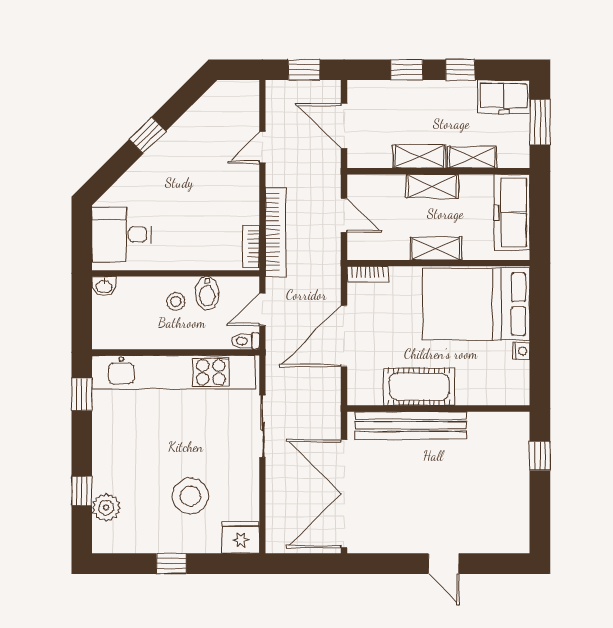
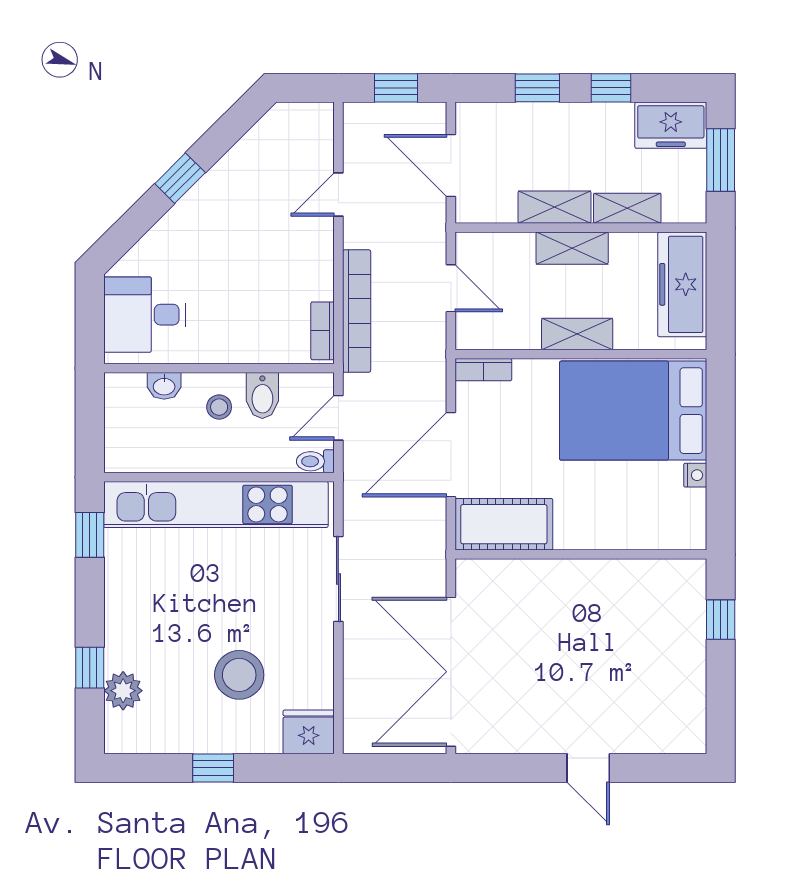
washbasin: (104, 286) -> (164, 386), moved
cot: (419, 387) -> (504, 524), moved
bench: (411, 425) -> (543, 578), removed

